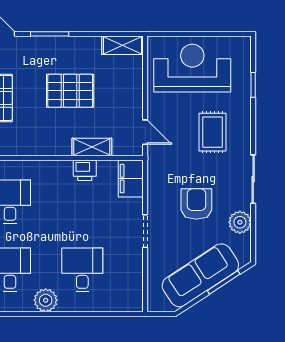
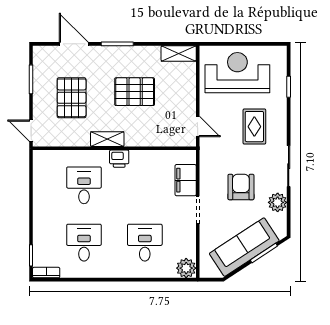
shelving: (92, 147) -> (107, 139), moved
printer: (85, 170) -> (119, 159), moved
filing cabinet: (131, 179) -> (186, 180), moved
plant: (46, 300) -> (186, 268), moved

